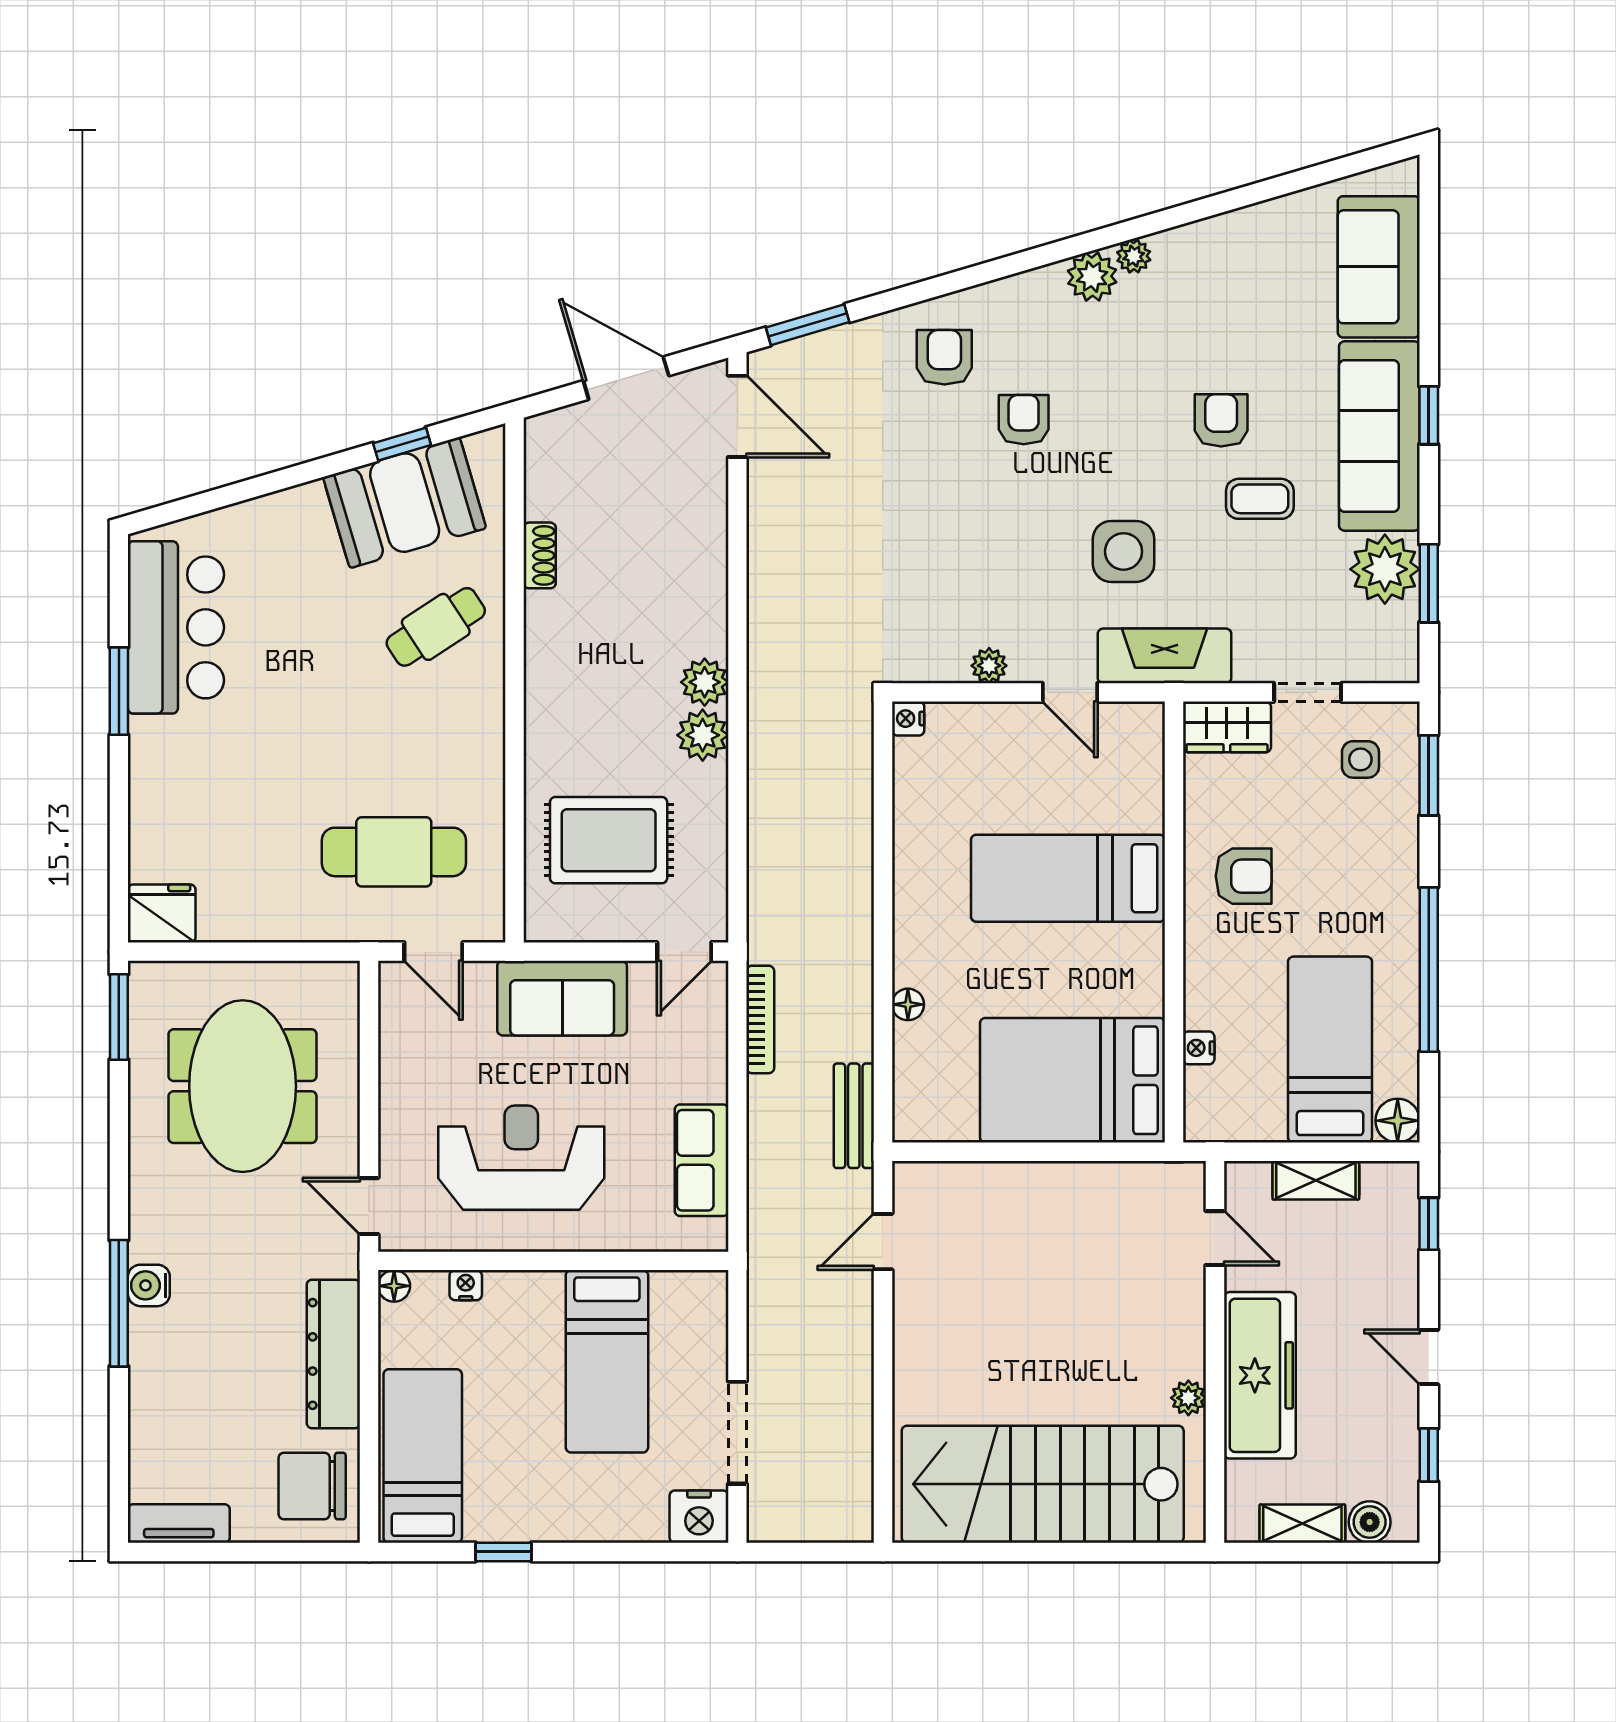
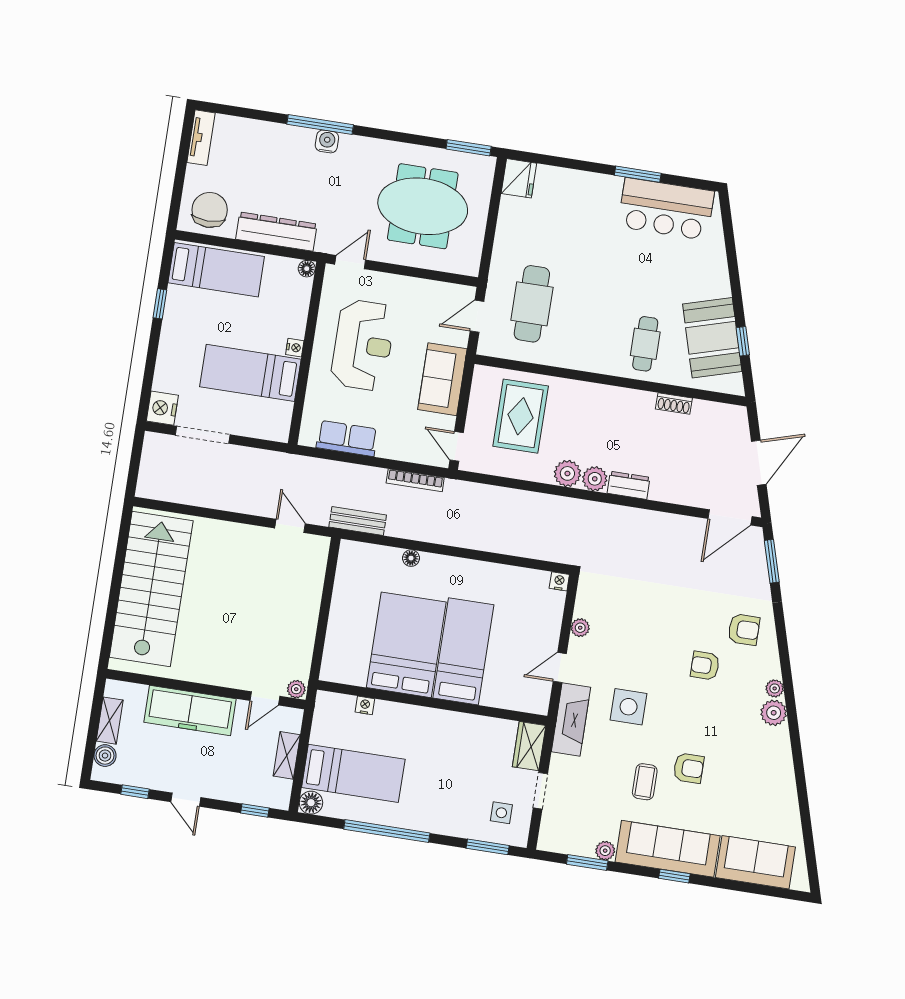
plant: (1134, 256) -> (775, 688), moved
armchair: (1024, 420) -> (705, 666), turned 180
plant: (1385, 569) -> (605, 851), width x0.53, depth x0.53
dresser: (707, 617) -> (629, 485), added
cafe table: (436, 627) -> (645, 344), turned 33
armchair: (1244, 876) -> (450, 743), removed
bed: (1072, 1080) -> (406, 645), moved
nightstand: (466, 1285) -> (295, 348), moved
door: (1429, 1357) -> (186, 800), swing flipped
plant: (1188, 1398) -> (296, 689), moved

